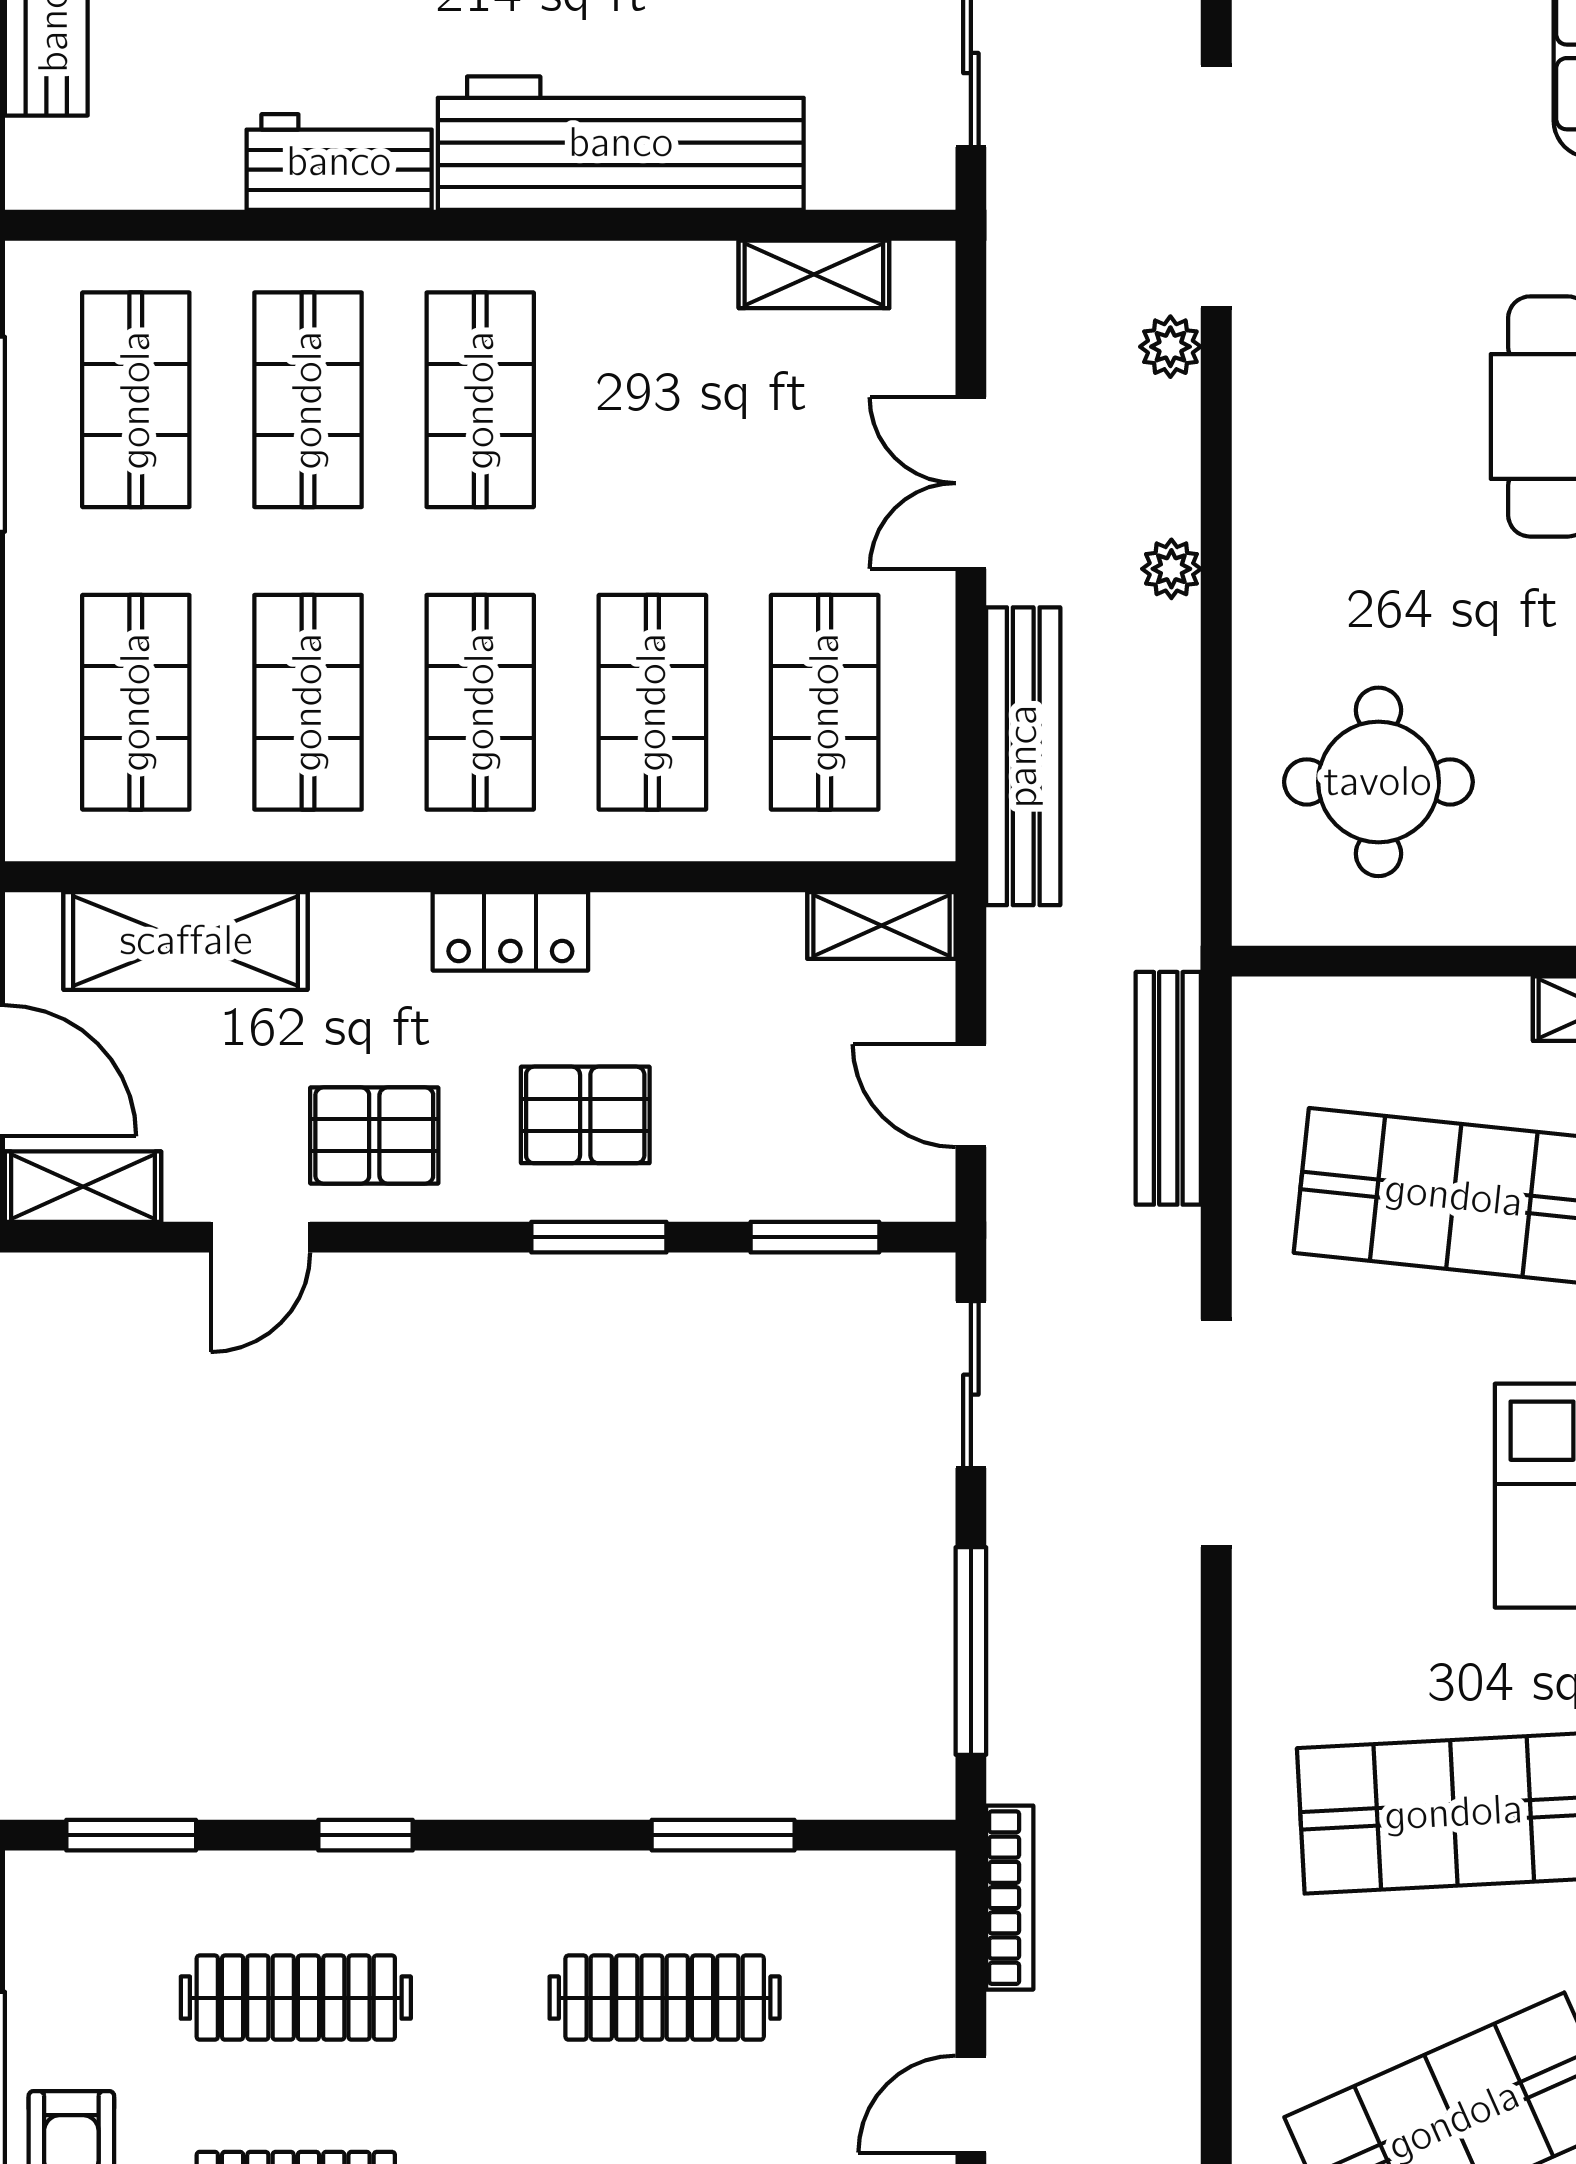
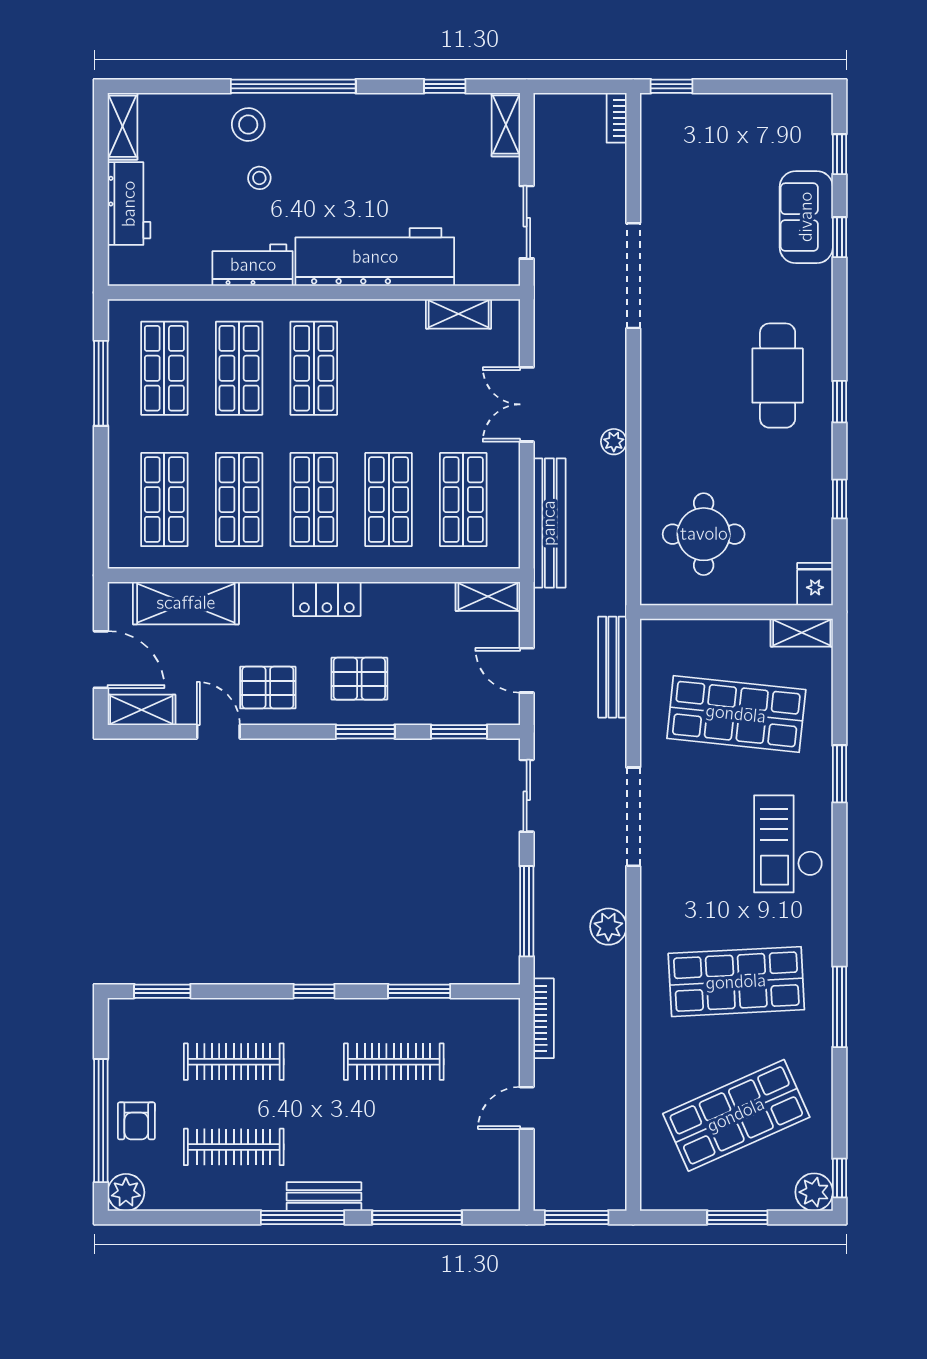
plant: (1170, 347) -> (608, 927), moved, width x1.38, depth x1.38
door: (260, 1237) -> (218, 732), swing flipped
window: (365, 1835) -> (314, 991), moved

